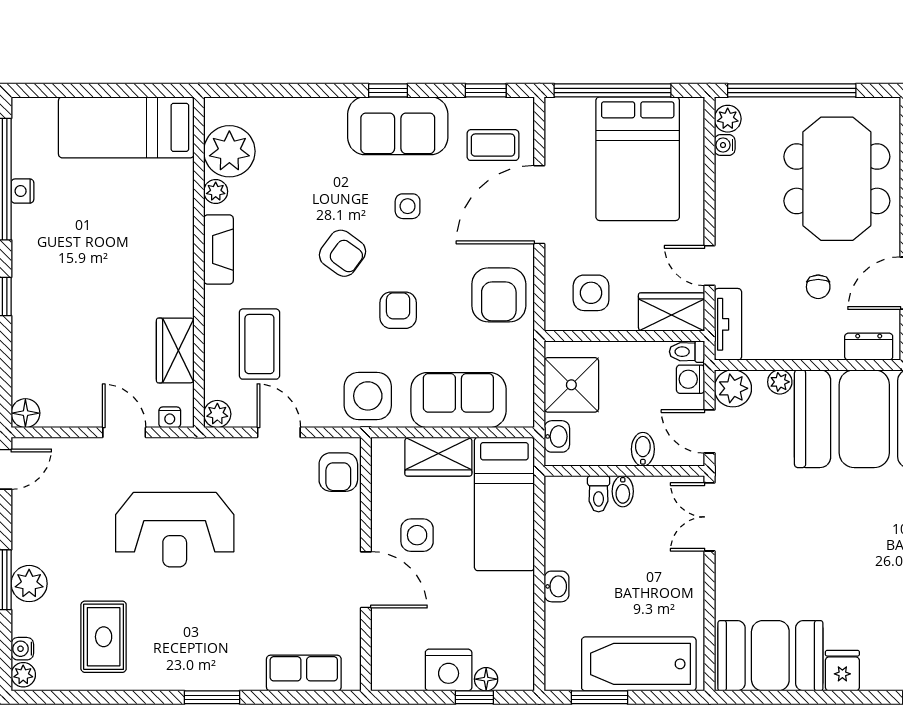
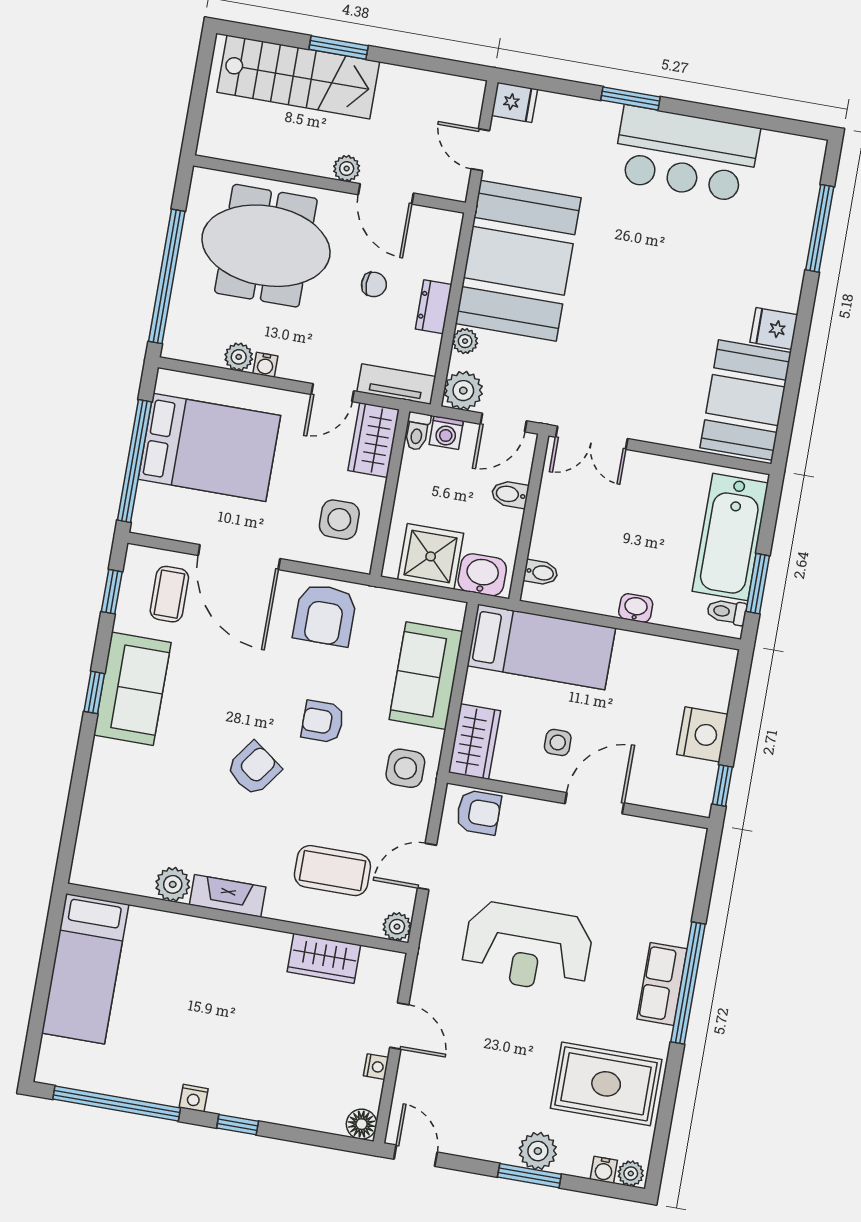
plant: (728, 119) -> (239, 357), moved
water cooler: (725, 145) -> (265, 365), moved
plant: (229, 151) -> (128, 867), removed
nightstand: (22, 191) -> (194, 1098), moved
plant: (216, 191) -> (173, 884), width x1.38, depth x1.38
side table: (408, 206) -> (217, 693), removed
armchair: (499, 295) -> (325, 615), turned 90
dresser: (869, 347) -> (434, 307), moved
side table: (368, 396) -> (405, 768), width x0.73, depth x0.73
nightstand: (170, 417) -> (376, 1067), moved
door: (124, 432) -> (399, 1026), swing flipped
washbasin: (557, 436) -> (482, 575), width x1.38, depth x1.45
wardrobe: (438, 457) -> (474, 742), moved
bidet: (623, 491) -> (541, 573), moved
toilet: (599, 494) -> (727, 612), moved, turned 180
reception desk: (175, 530) -> (527, 947), moved, turned 90
side table: (417, 535) -> (558, 742), width x0.73, depth x0.73
rug: (104, 637) -> (606, 1084), width x1.36, depth x1.43
row of seats: (304, 673) -> (662, 984), moved
floor lamp: (486, 679) -> (719, 697), removed
window: (212, 697) -> (688, 983), width x2.11
window: (474, 697) -> (722, 786), moved

